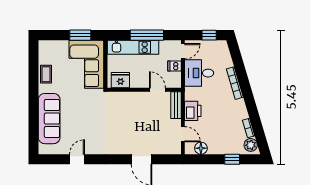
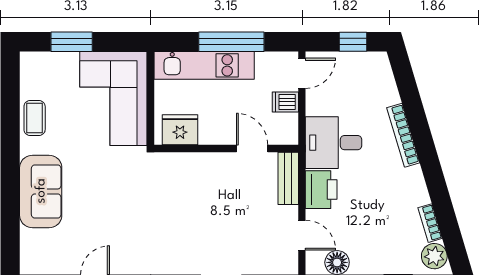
window: (80, 35) -> (72, 42), moved
desk: (199, 73) -> (334, 143), moved
sofa: (49, 119) -> (41, 191), width x0.73

